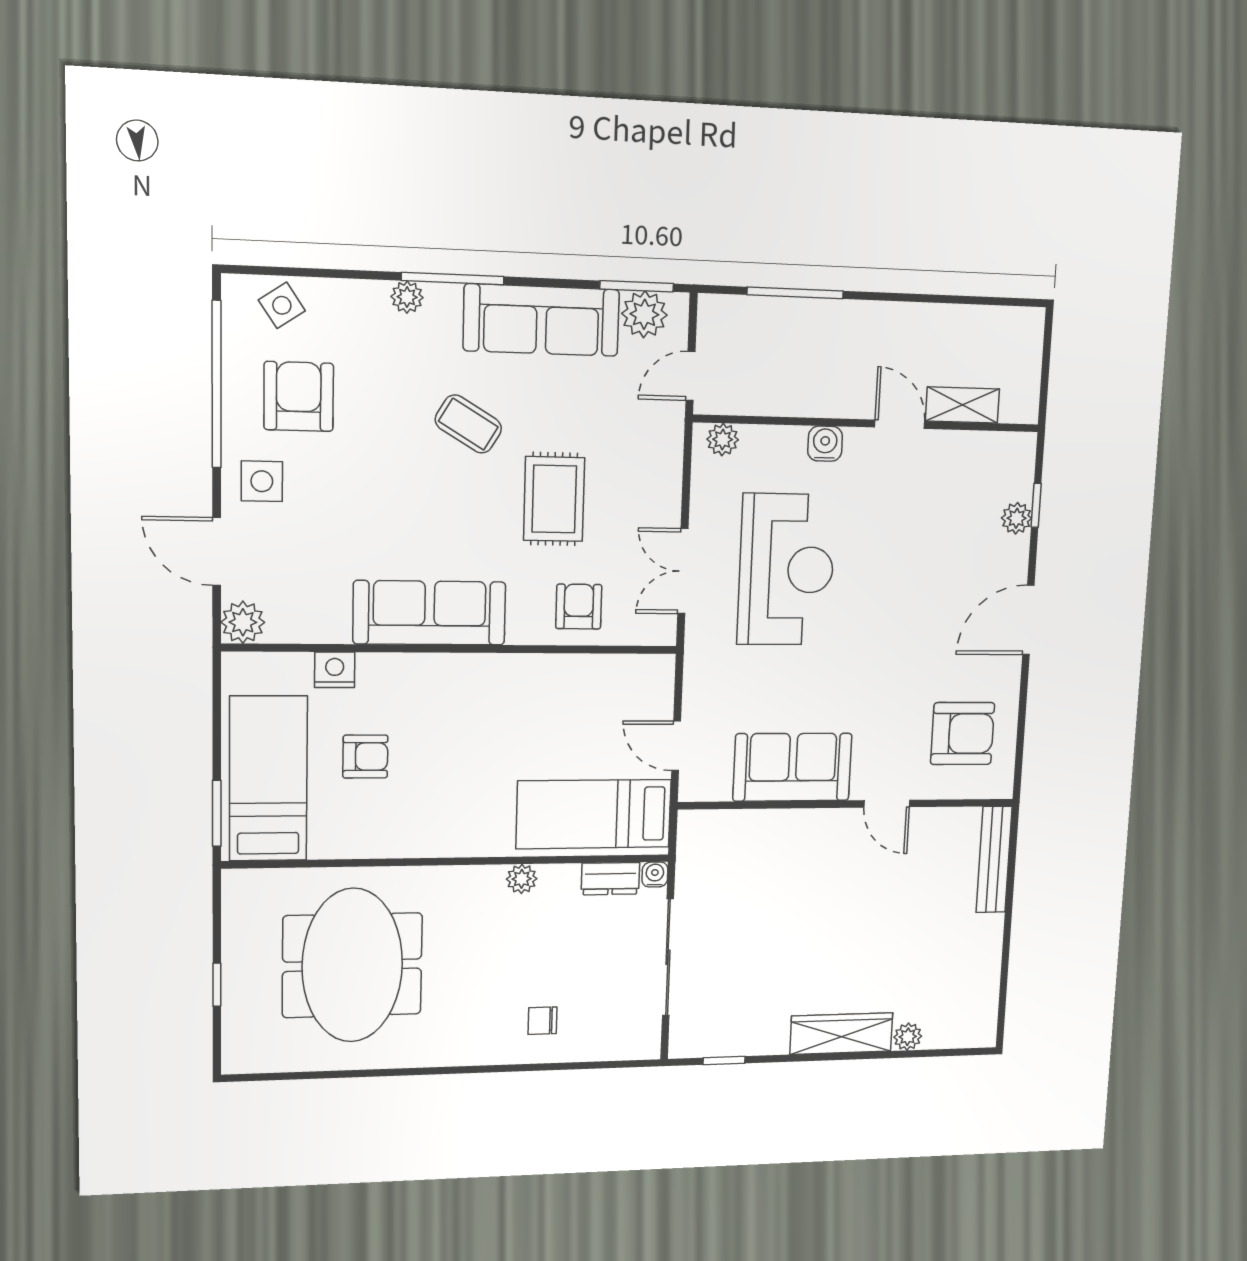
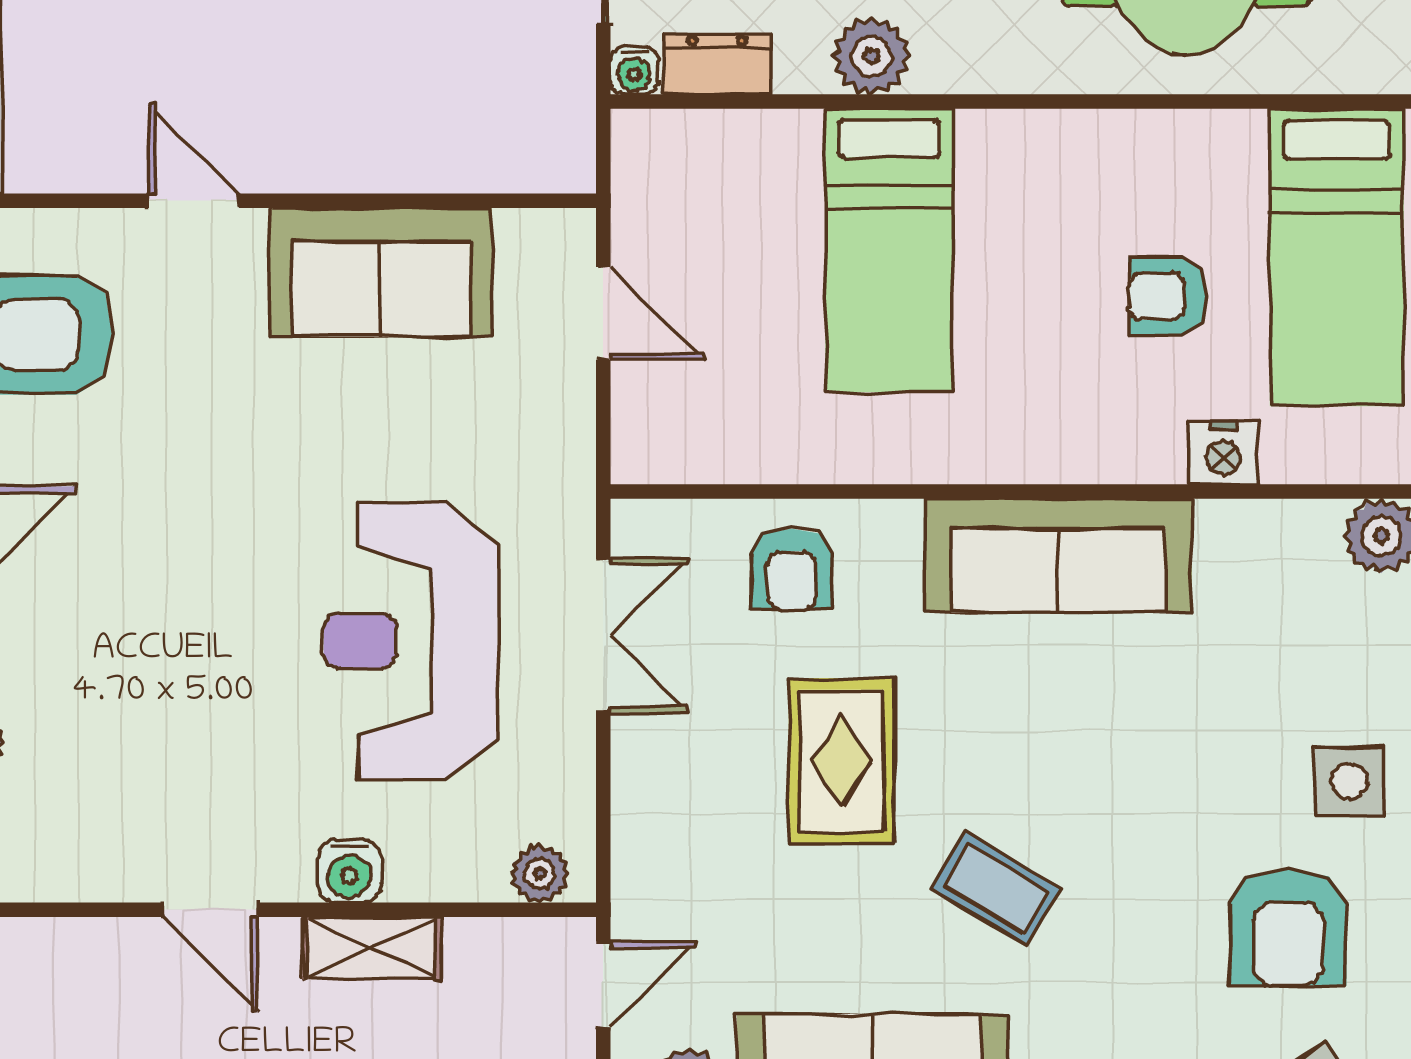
shelving: (962, 405) -> (372, 948), moved
bed: (594, 814) -> (889, 250), moved, turned 90
plant: (522, 879) -> (872, 56), width x1.38, depth x1.38

